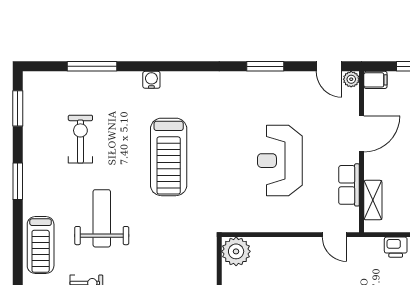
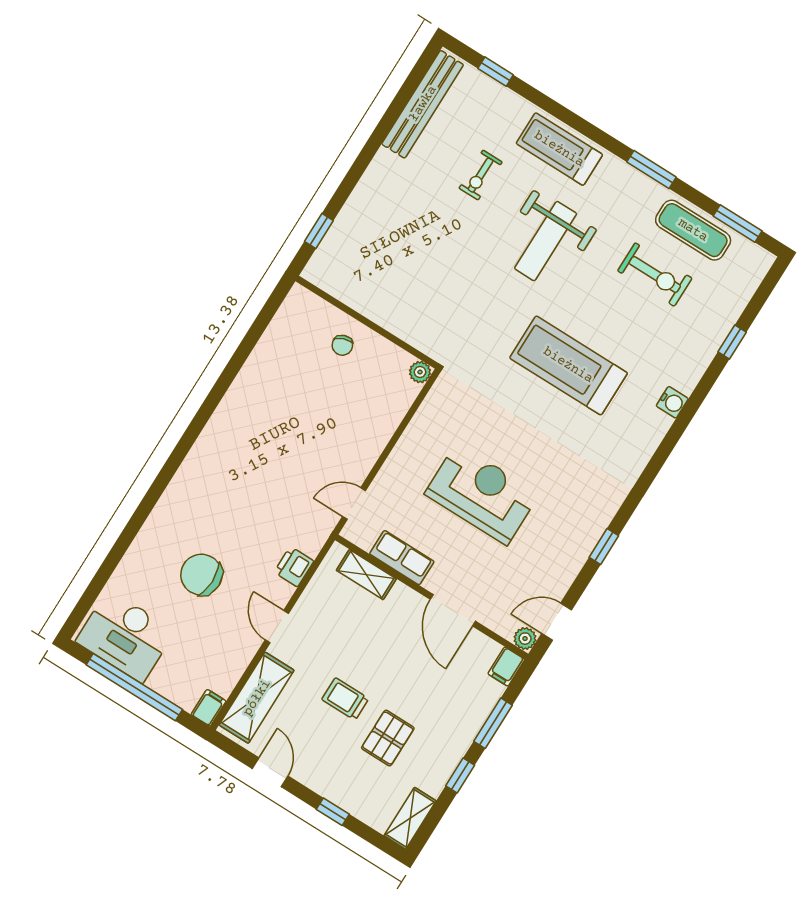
window: (92, 66) -> (732, 342), width x0.46
window: (265, 66) -> (604, 546), width x0.67
exercise mat: (39, 133) -> (693, 230), added
weight bench: (102, 218) -> (546, 241), turned 90
plant: (236, 251) -> (420, 372), width x0.53, depth x0.53

